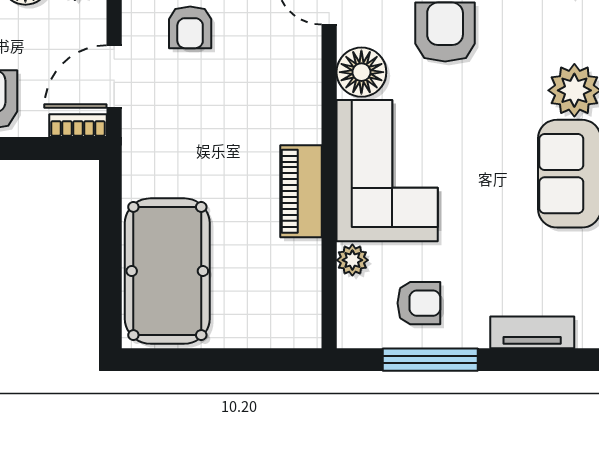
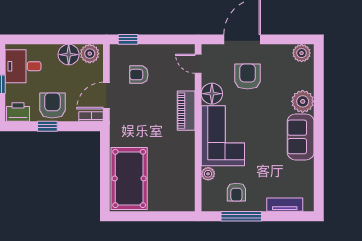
armchair: (190, 27) -> (139, 75), turned 90
piano: (301, 191) -> (186, 111), moved
armchair: (419, 303) -> (236, 192), turned 90

